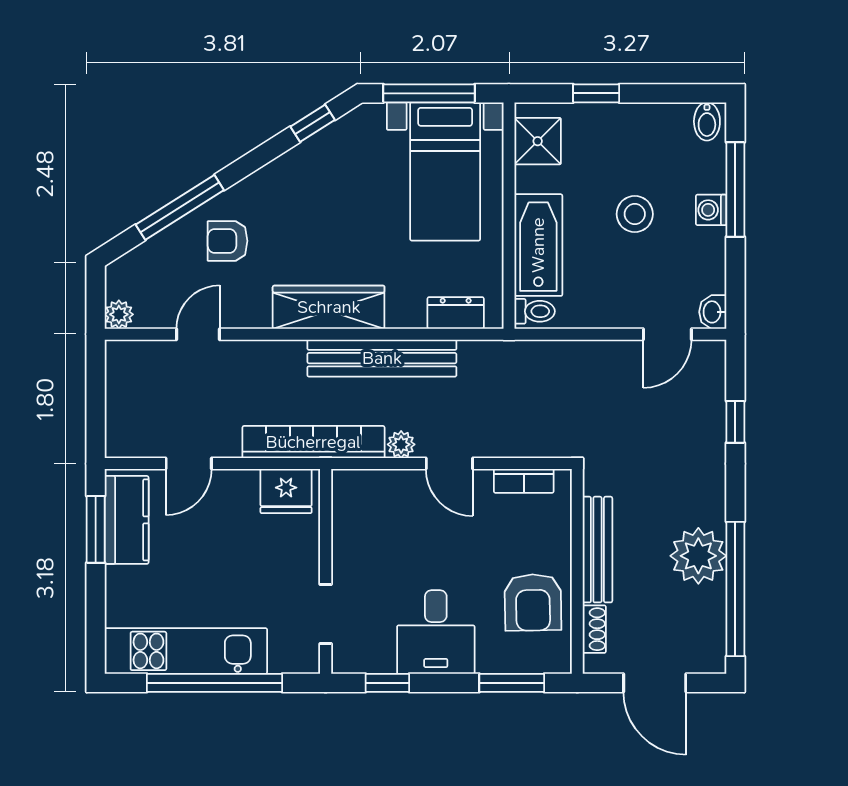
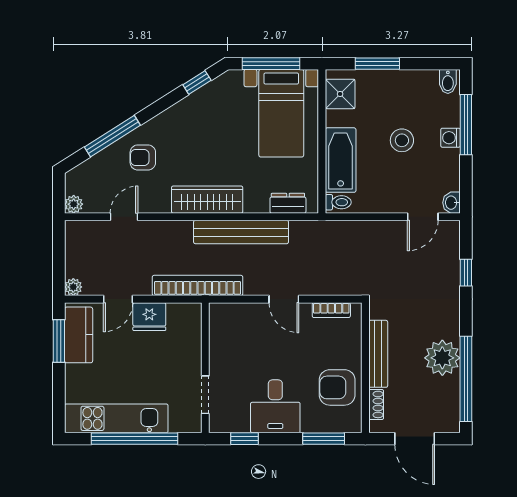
window: (596, 93) -> (377, 64), width x1.50
plant: (401, 444) -> (73, 287), moved
fridge: (286, 491) -> (149, 317), moved
armchair: (533, 602) -> (337, 387), turned 91

